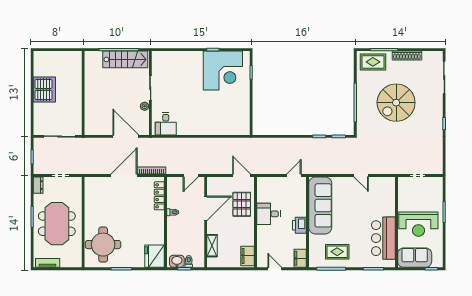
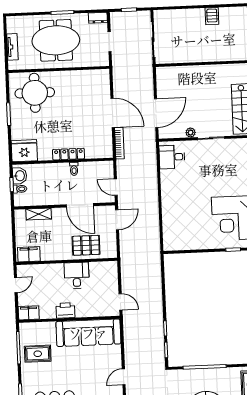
server rack: (44, 90) -> (212, 16), width x0.46, depth x0.70
door: (242, 175) -> (117, 220), moved
locker: (159, 196) -> (69, 154), moved
rug: (337, 252) -> (38, 354), turned 90
tv unit: (48, 263) -> (12, 47), moved

